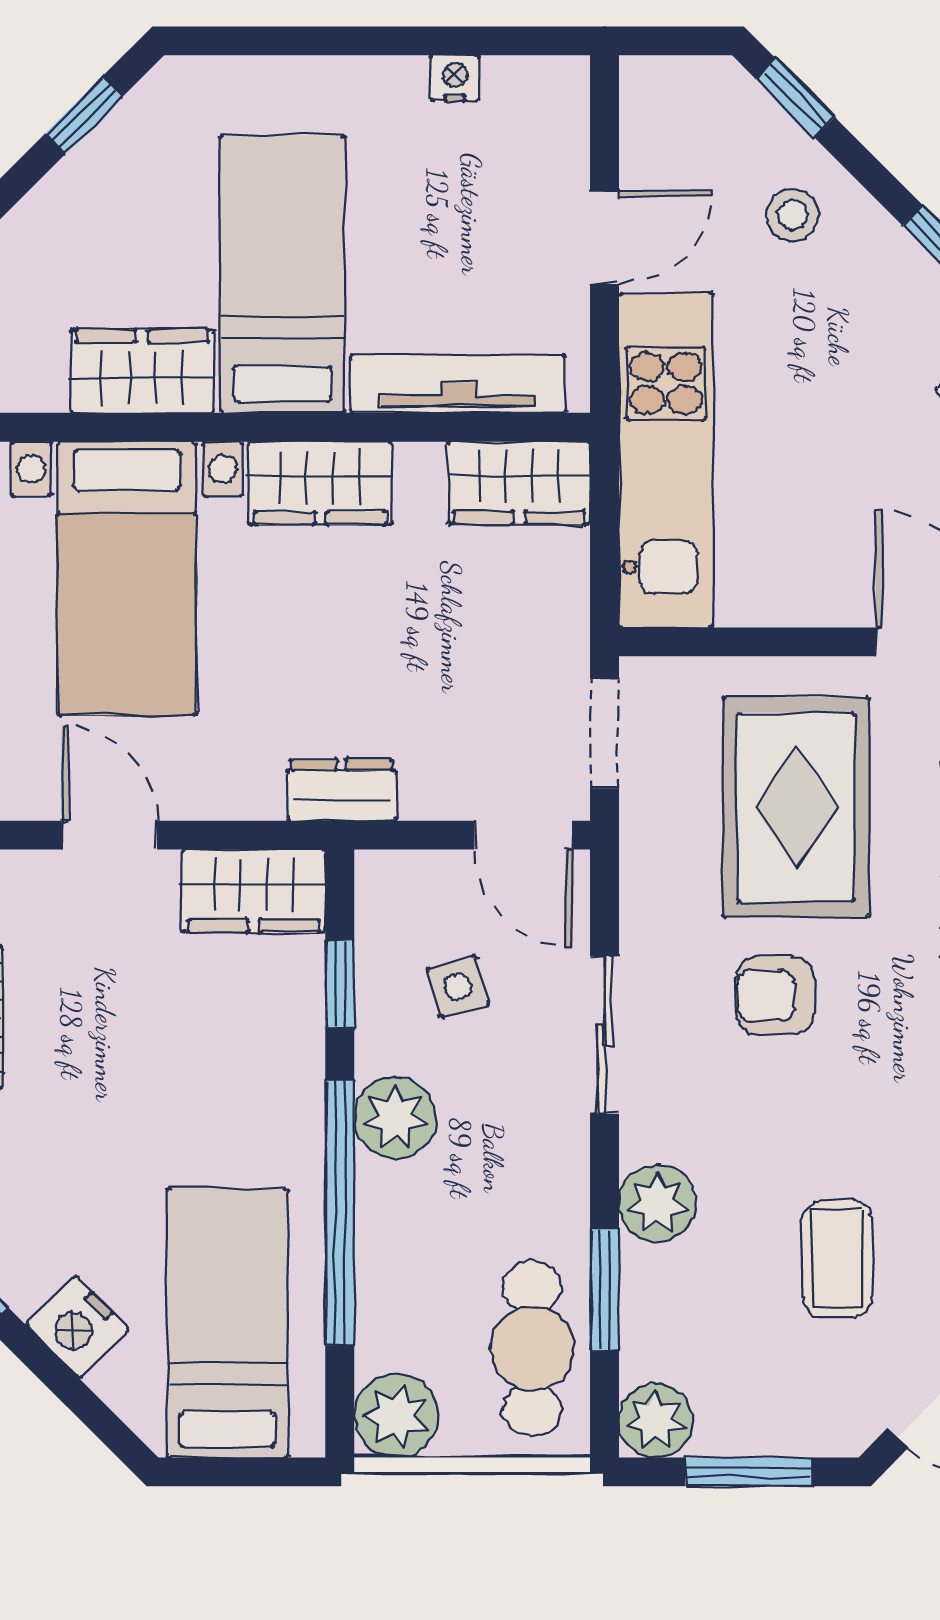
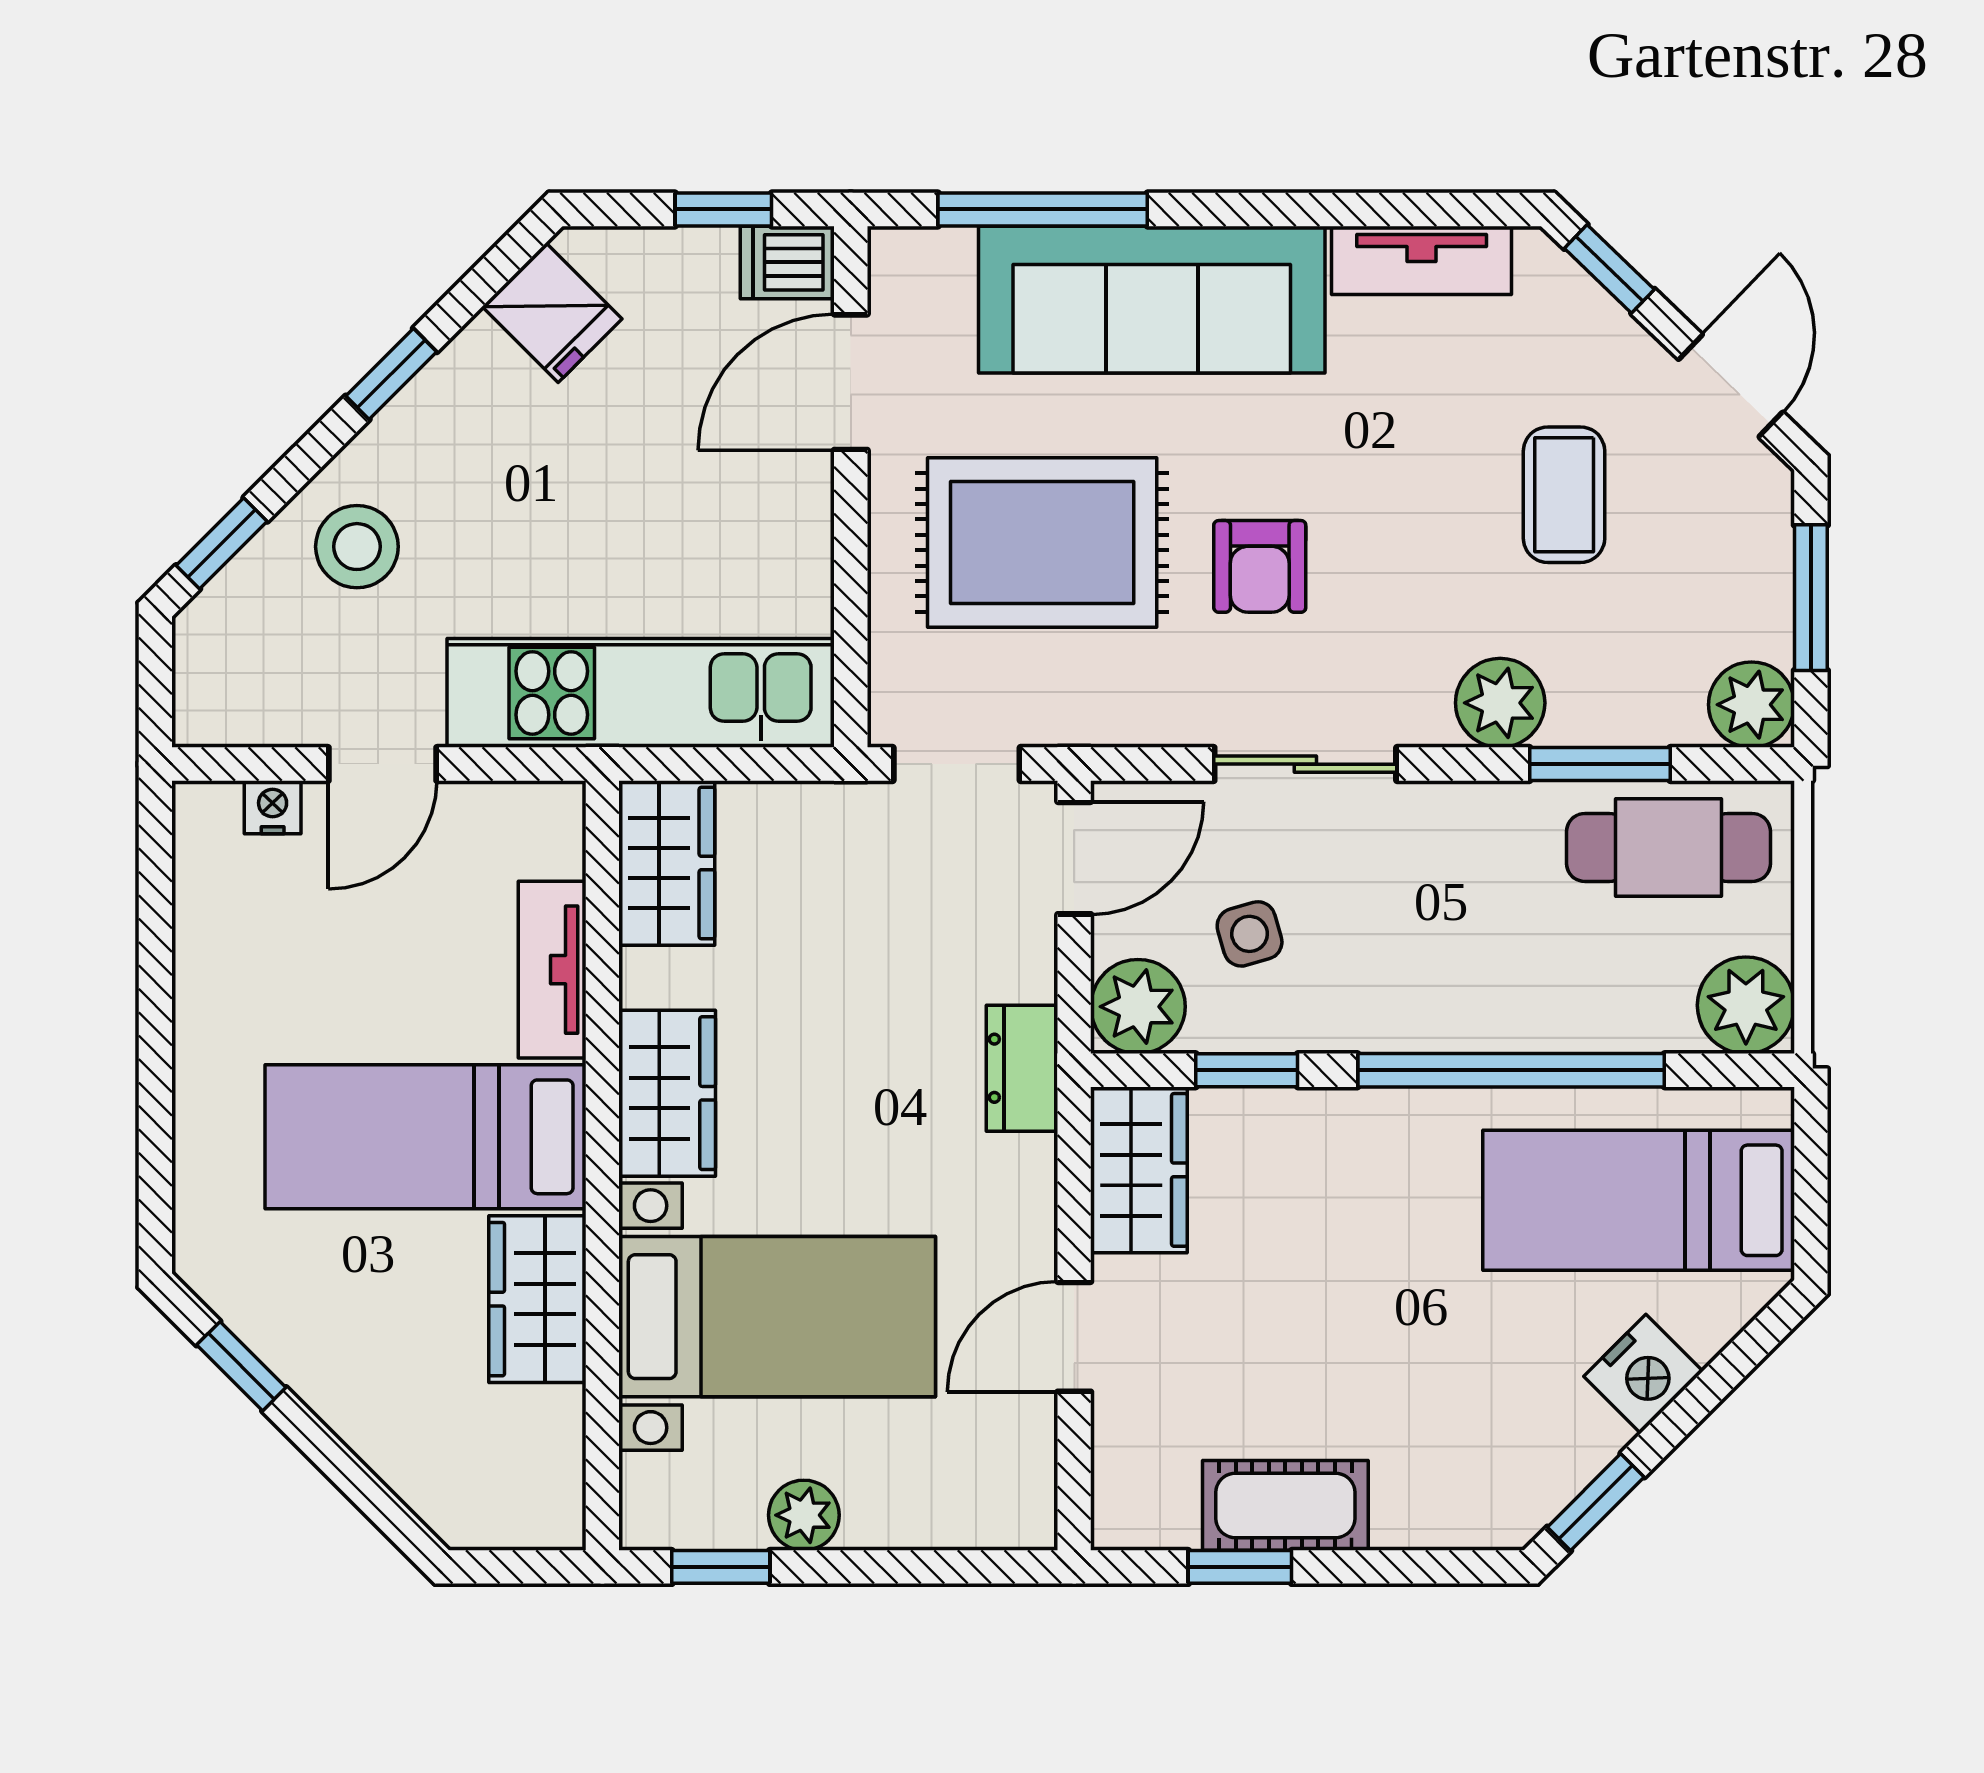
nightstand: (455, 78) -> (273, 807), moved, turned 90
stool: (793, 215) -> (357, 547), width x1.37, depth x1.37
door: (605, 237) -> (383, 764), swing flipped
tv unit: (458, 384) -> (552, 970), width x0.71
plant: (395, 1118) -> (1138, 1007), moved
coffee table: (837, 1259) -> (1564, 495), turned 90

